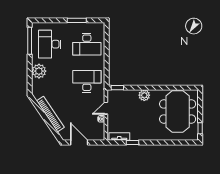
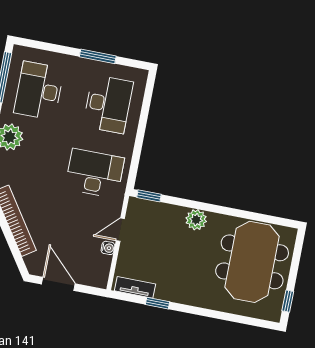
desk: (87, 44) -> (108, 104), turned -90

